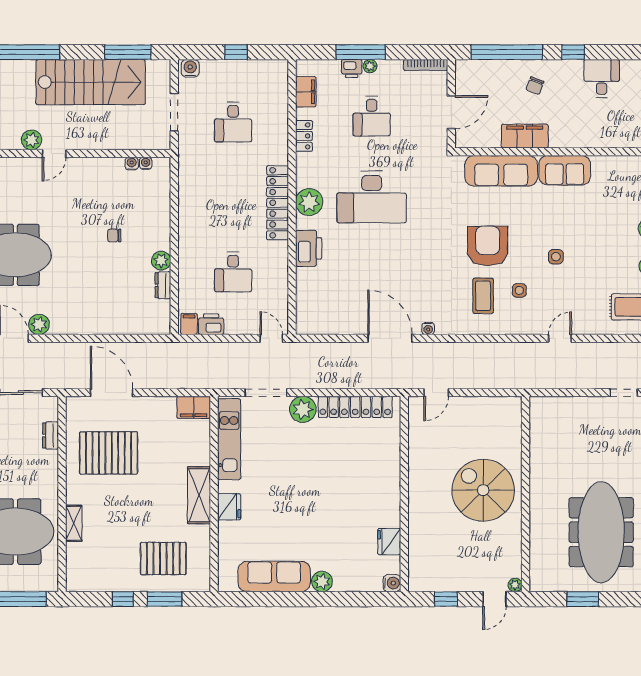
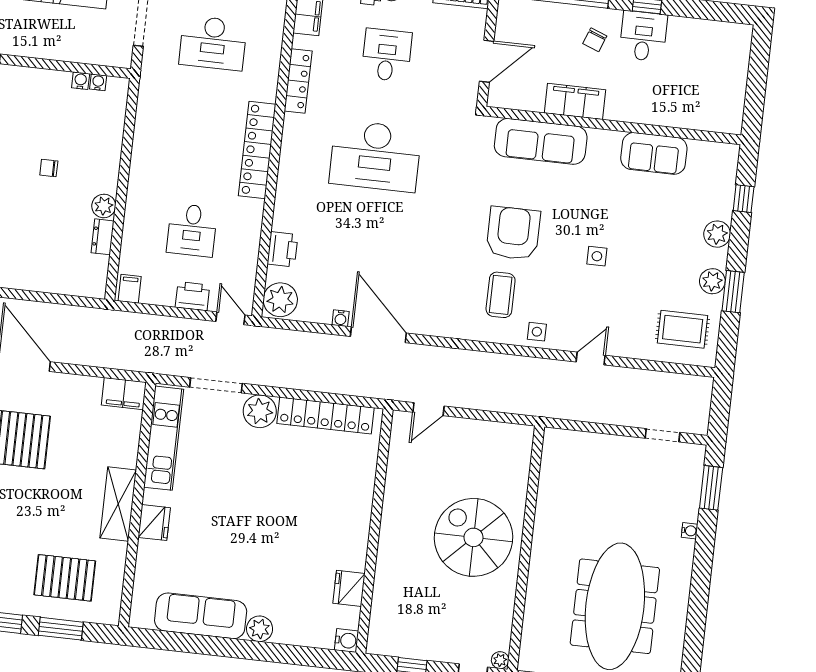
desk: (602, 78) -> (643, 36), moved
desk: (372, 116) -> (387, 55), turned 180
desk: (233, 122) -> (213, 43), width x1.37
locker: (304, 136) -> (298, 81), width x1.53
sofa: (565, 170) -> (654, 153), moved
plant: (309, 202) -> (280, 300), moved
printer: (309, 248) -> (282, 249), moved, width x0.73, depth x0.84
side table: (519, 290) -> (537, 332), moved
printer: (211, 324) -> (192, 296), moved
water cooler: (428, 328) -> (341, 318), moved

